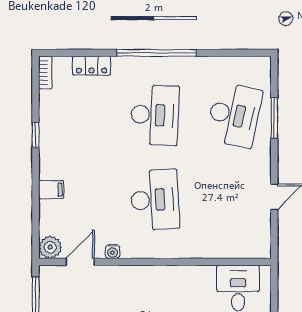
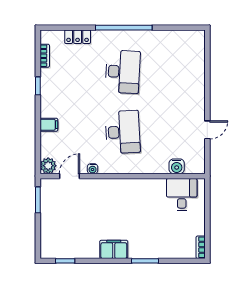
bookcase: (45, 72) -> (45, 56), moved
desk: (234, 115) -> (179, 72), removed
window: (274, 118) -> (207, 74), removed
water cooler: (231, 248) -> (177, 166), added

